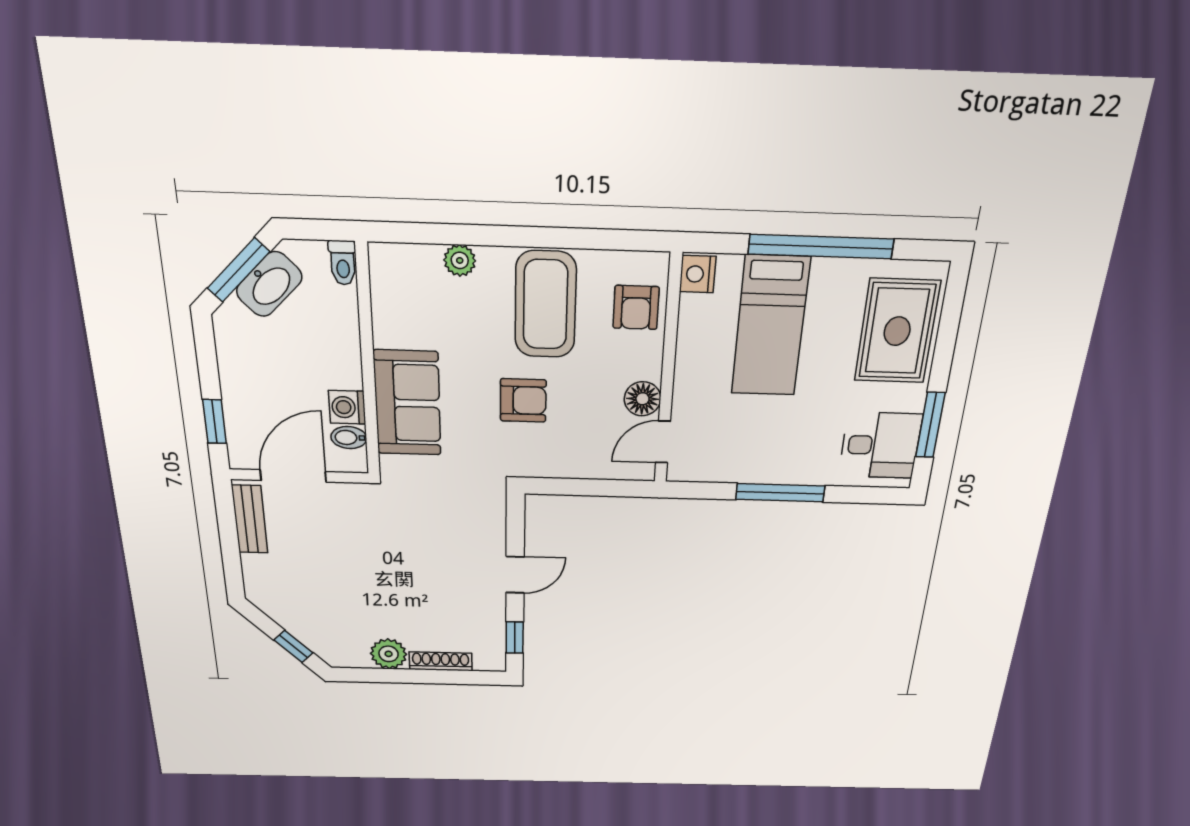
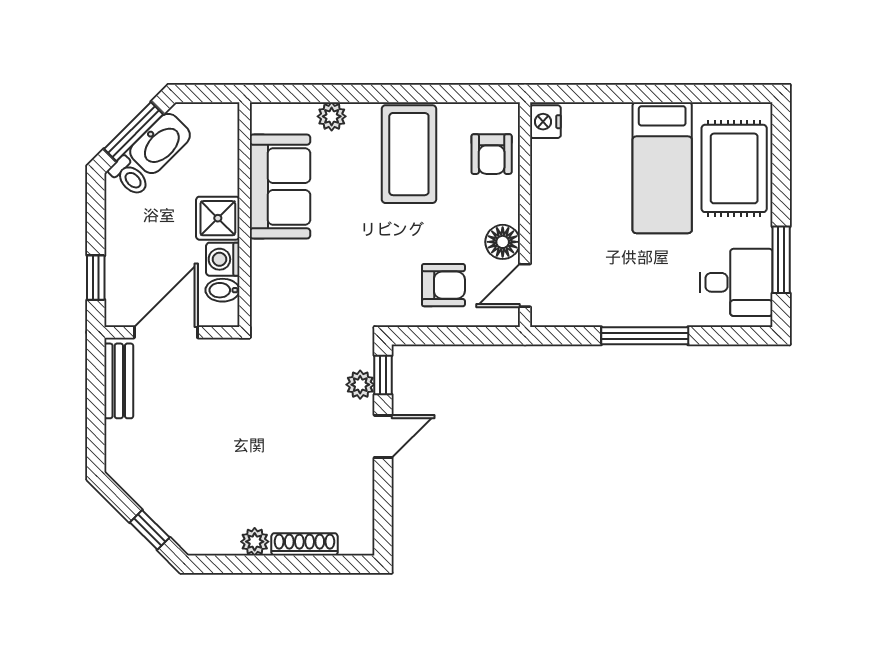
window: (821, 247) -> (653, 93), removed
toilet: (343, 263) -> (129, 176), moved, turned -45
bed: (770, 326) -> (662, 168), moved
shower: (339, 366) -> (218, 218), added
armchair: (523, 400) -> (443, 285), moved
sofa: (407, 403) -> (280, 187), moved
plant: (493, 529) -> (360, 385), added
window: (515, 638) -> (383, 375), moved
plant: (389, 654) -> (255, 542), width x0.73, depth x0.73

